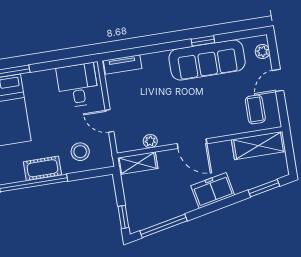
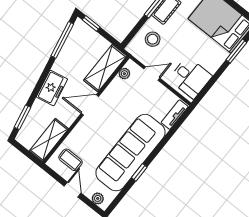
sofa: (207, 60) -> (130, 153), width x1.36, depth x1.27
plant: (150, 141) -> (124, 74), moved
shelving: (138, 163) -> (105, 68), width x1.50, depth x1.33

